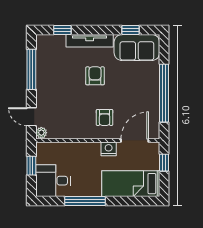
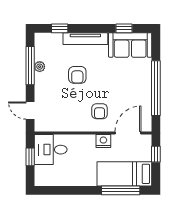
armchair: (95, 76) -> (77, 75), moved, turned 180
plant: (41, 133) -> (40, 67), moved
desk: (53, 181) -> (51, 150), moved
window: (85, 201) -> (121, 190), moved

